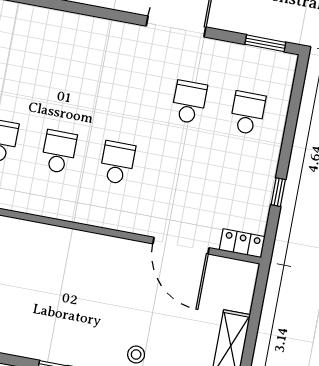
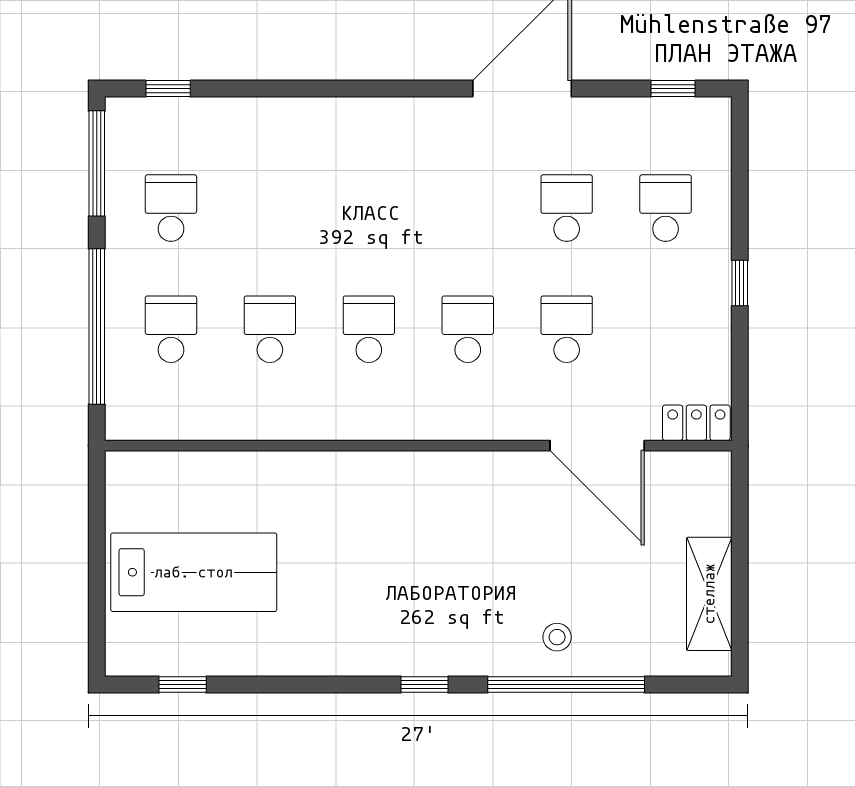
window: (265, 43) -> (673, 89), width x0.67
school desk: (176, 174) -> (567, 329), added
window: (278, 192) -> (740, 283), moved

